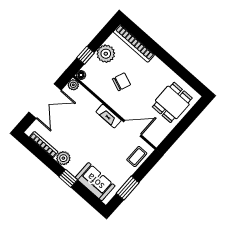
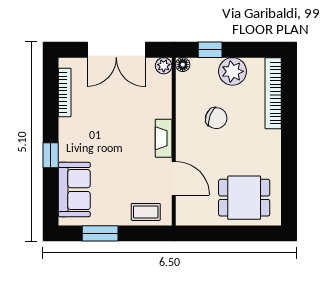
plant: (63, 158) -> (69, 129), removed

